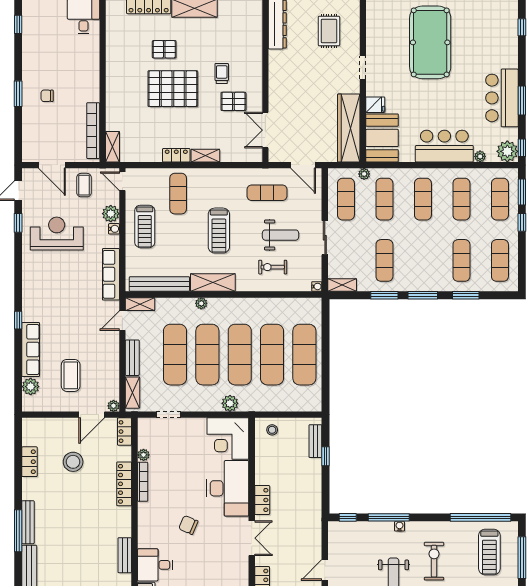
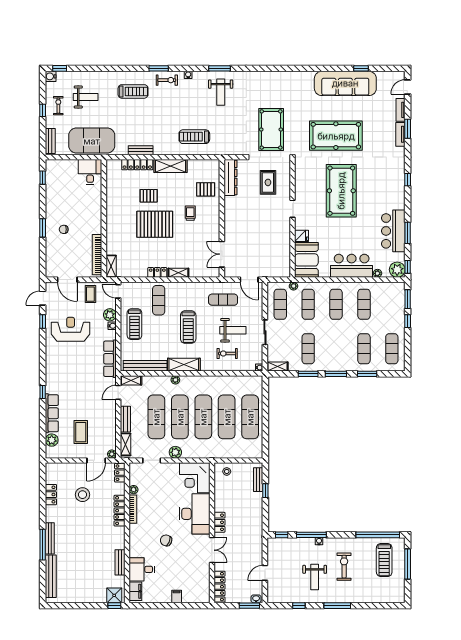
pallet: (233, 101) -> (206, 189), moved
wardrobe: (349, 128) -> (282, 253), removed
exercise mat: (500, 199) -> (392, 304), removed
plant: (230, 403) -> (175, 452), moved

